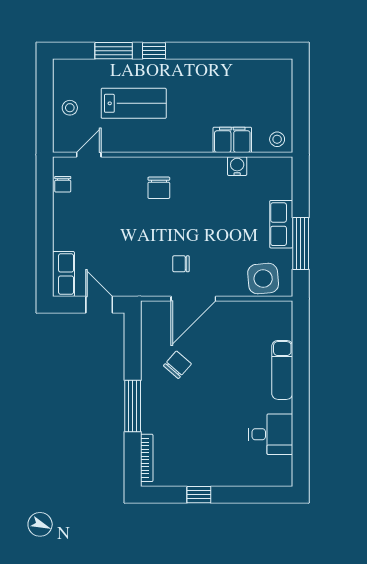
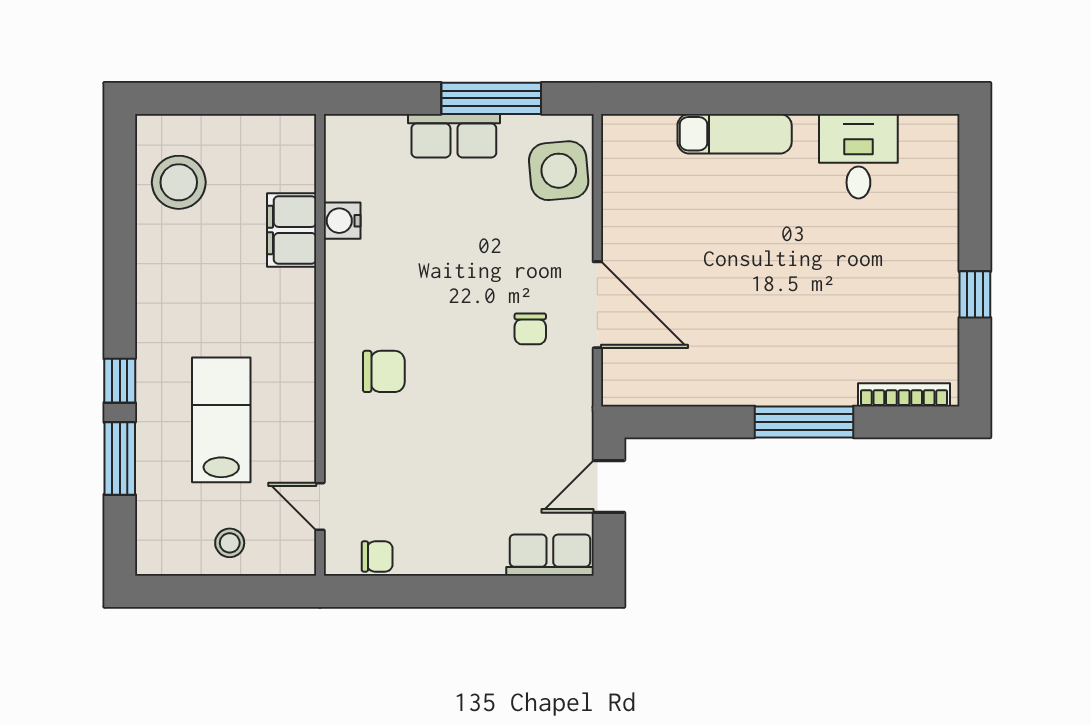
stool: (277, 139) -> (179, 182), moved, width x1.89, depth x1.89
chair: (177, 365) -> (725, 336), removed

